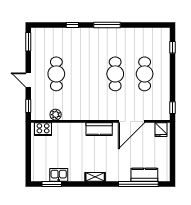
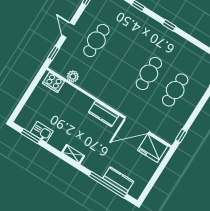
window: (107, 25) -> (169, 25), width x0.46
fridge: (161, 130) -> (153, 148), width x1.88, depth x1.34

